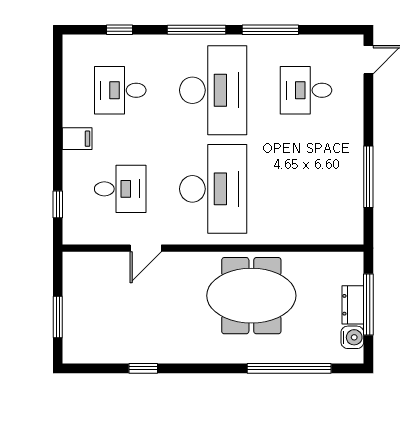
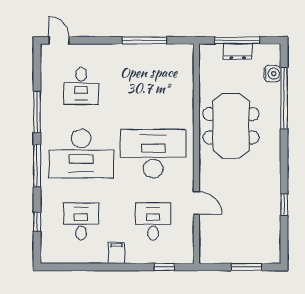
desk: (120, 90) -> (81, 221), turned 180
desk: (213, 90) -> (81, 154), turned 180
water cooler: (352, 337) -> (272, 74), moved, turned 90

